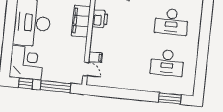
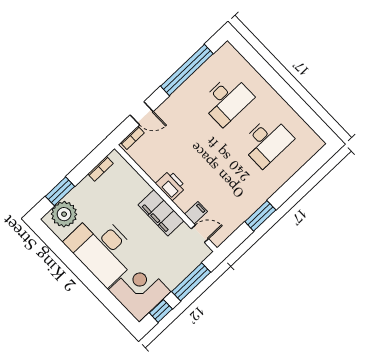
printer: (100, 19) -> (171, 185), moved
filing cabinet: (81, 21) -> (161, 213), moved
window: (170, 98) -> (260, 216), moved

